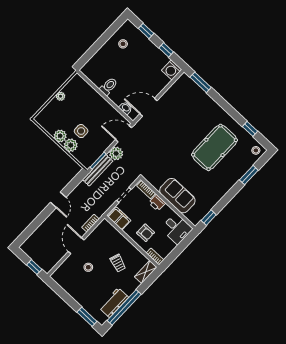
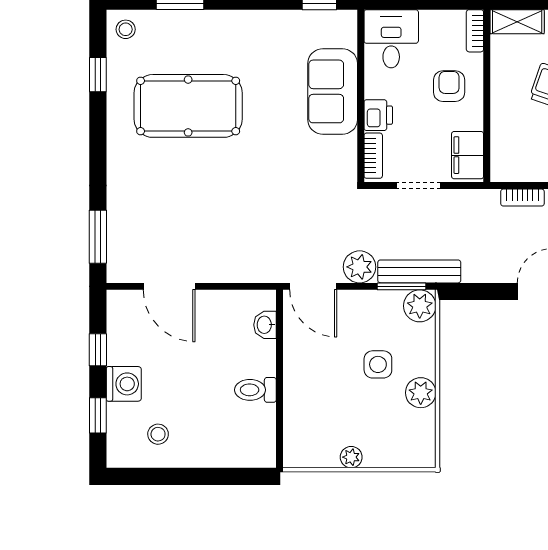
washing machine: (172, 70) -> (124, 384), moved
door: (148, 107) -> (169, 286), moved
plant: (71, 145) -> (420, 306), moved

